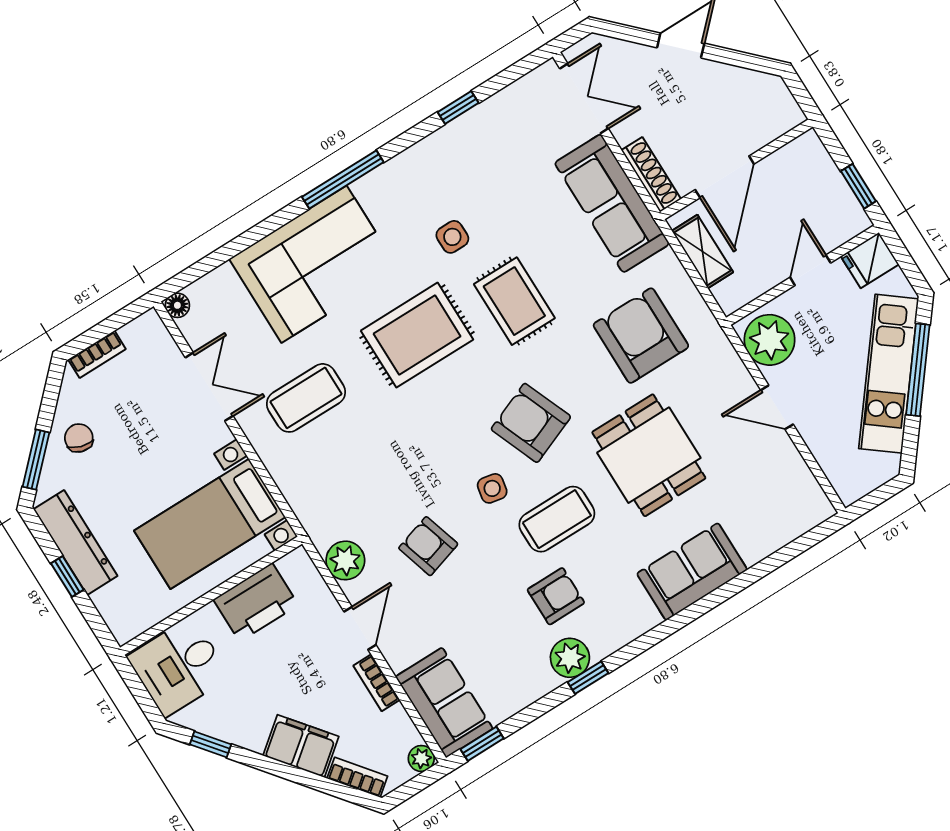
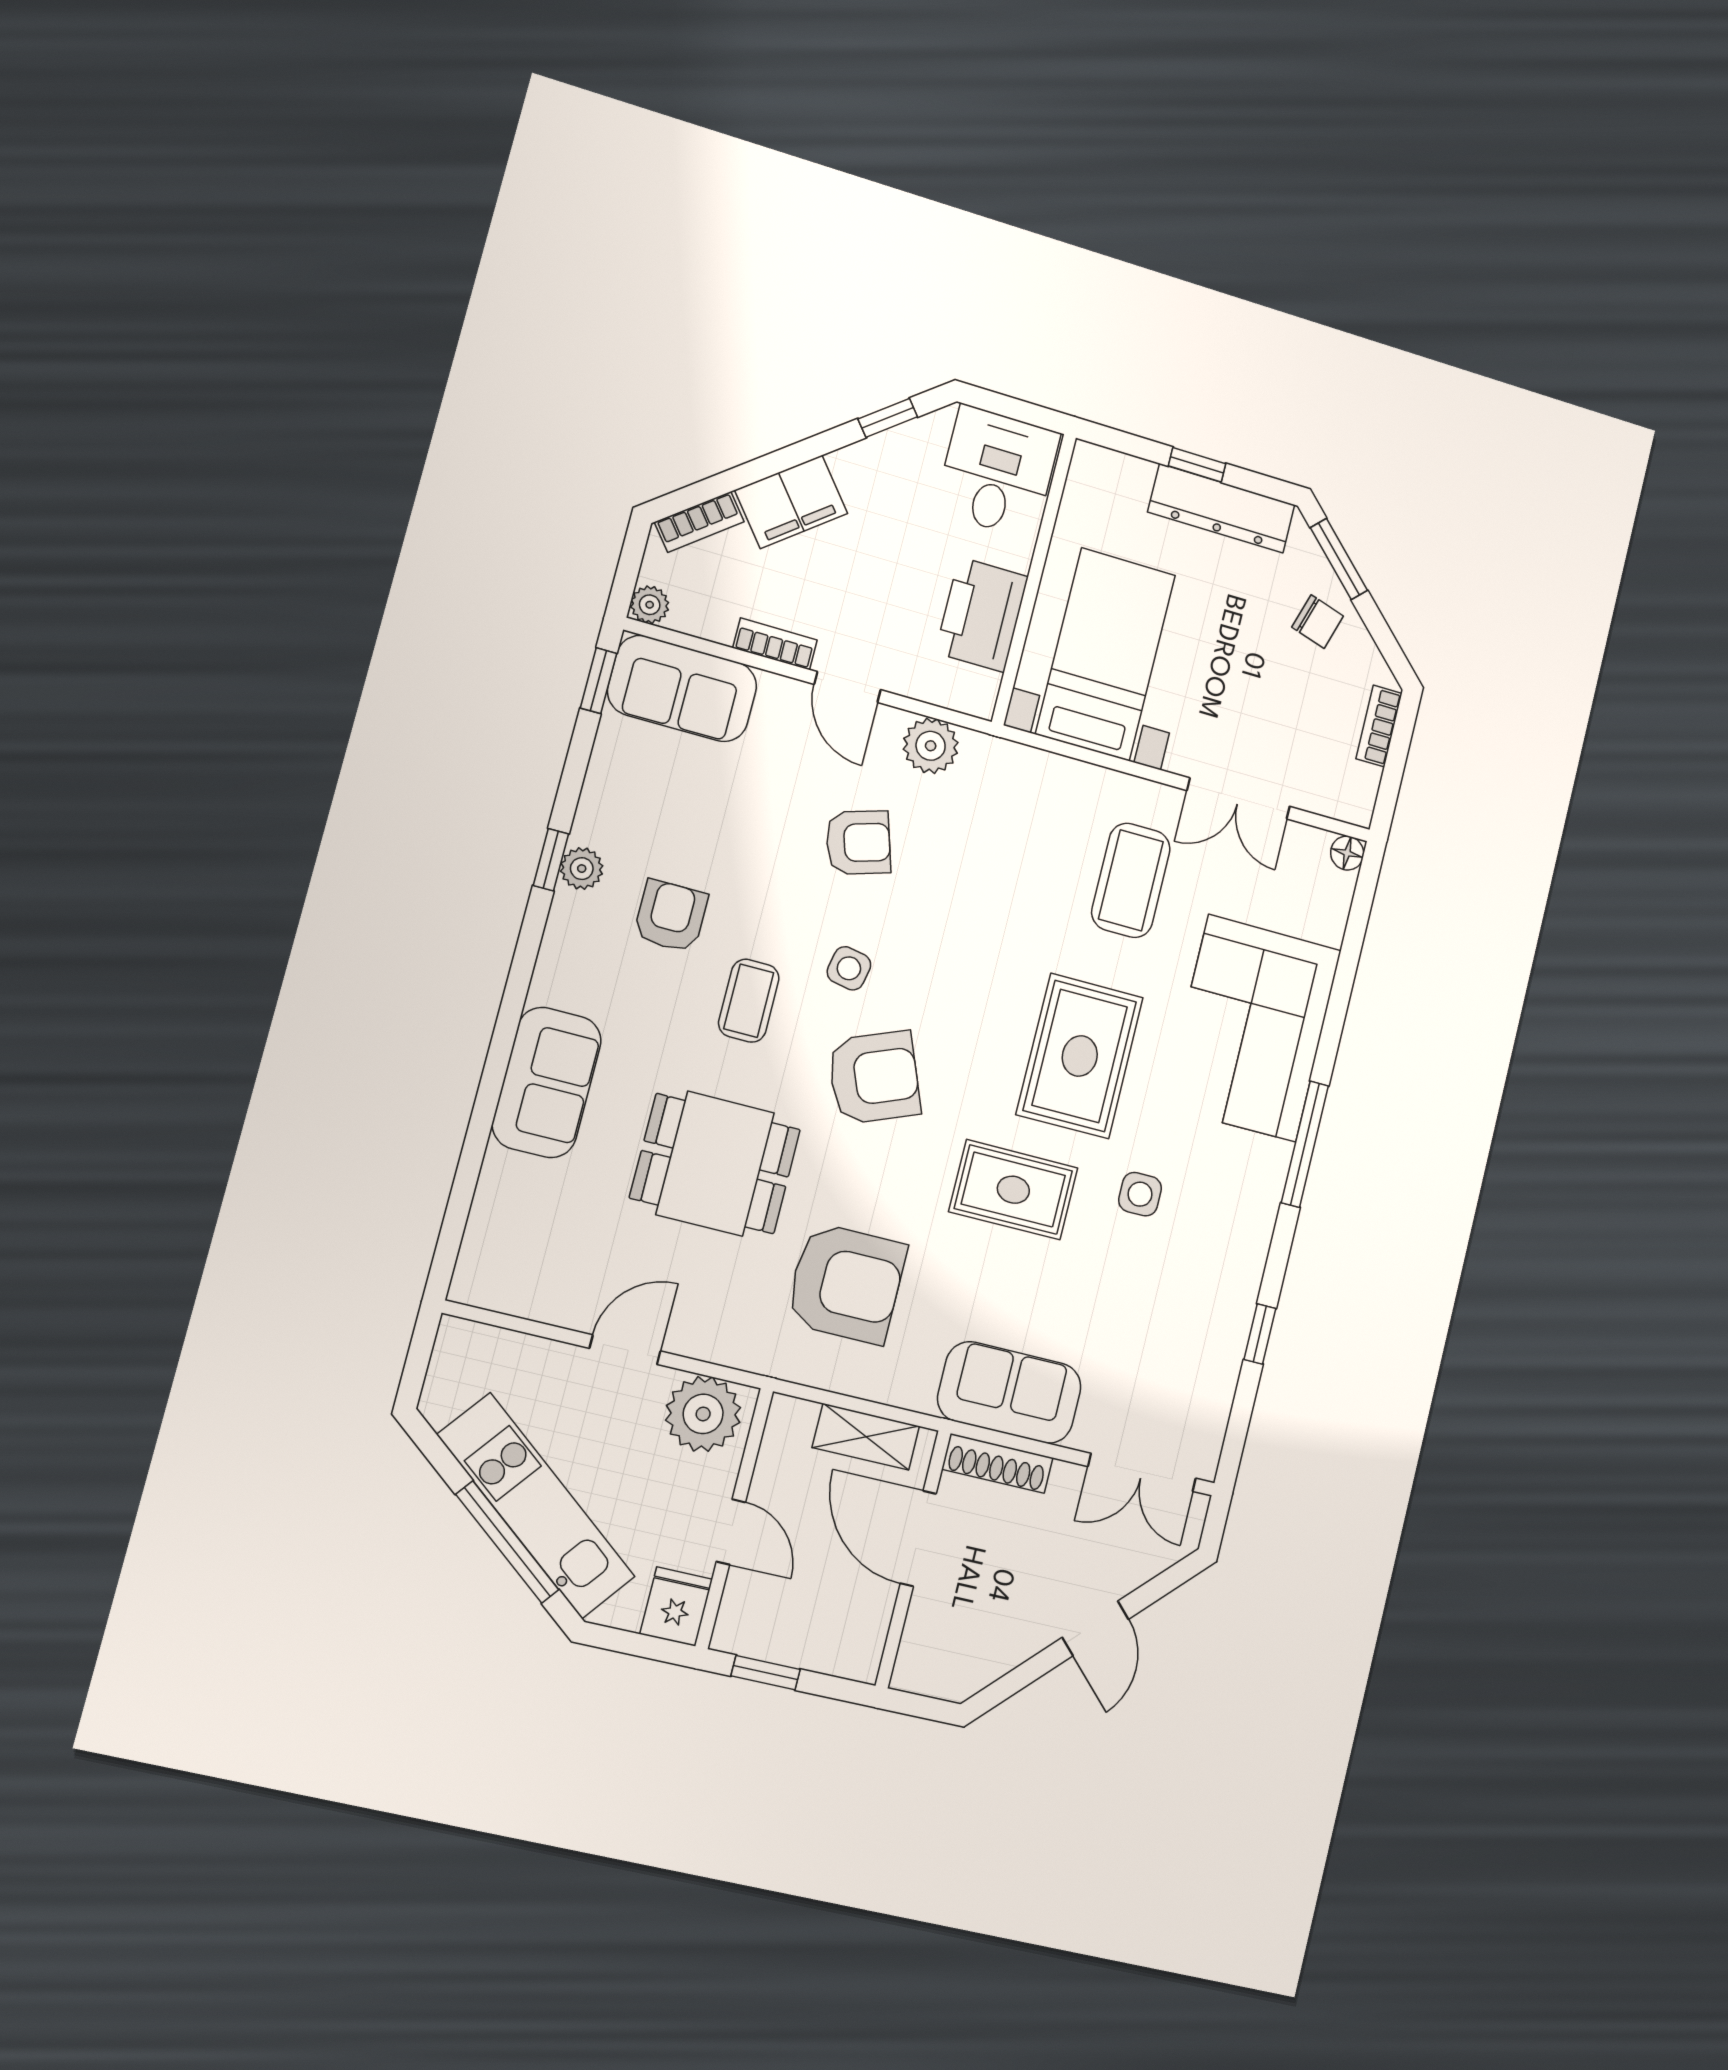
sofa: (612, 203) -> (1009, 1393), width x0.73
coffee table: (557, 519) -> (749, 1001), width x0.73, depth x0.77
armchair: (556, 596) -> (671, 916), turned 180
plant: (570, 658) -> (582, 869), width x0.73, depth x0.73

